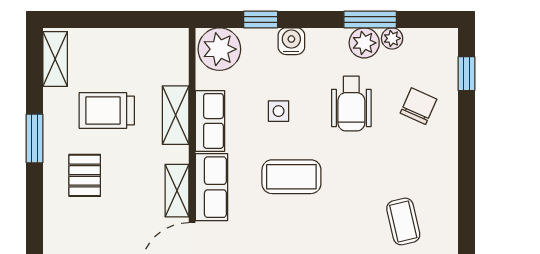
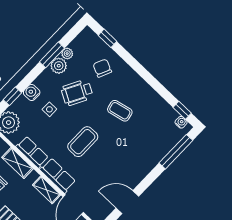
wheelchair: (351, 104) -> (77, 93), turned 118
side table: (279, 111) -> (49, 109), moved
coffee table: (403, 221) -> (120, 111), moved

